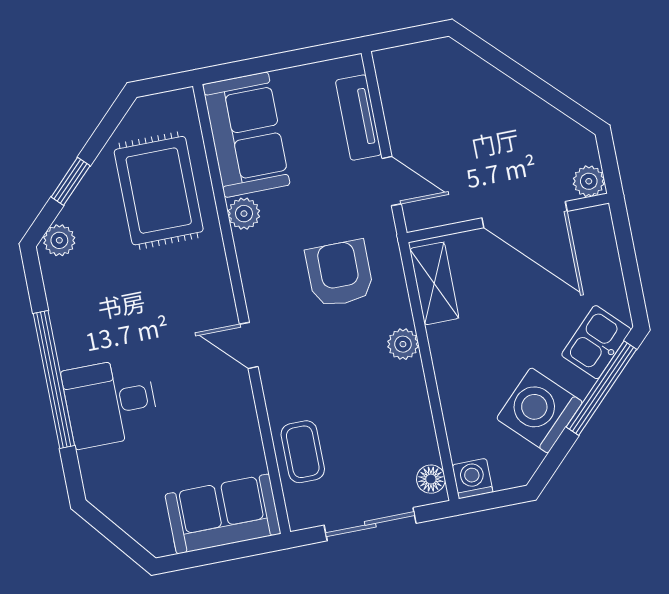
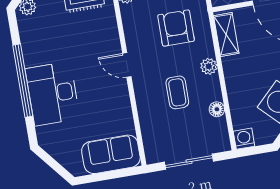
desk: (110, 403) -> (53, 94), width x1.37
coffee table: (303, 452) -> (177, 92), moved
floor lamp: (431, 479) -> (217, 109), moved

